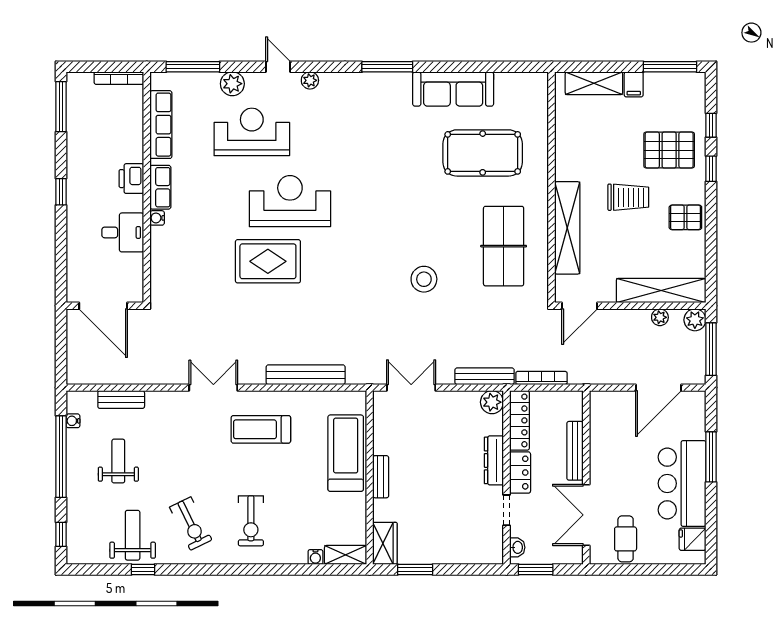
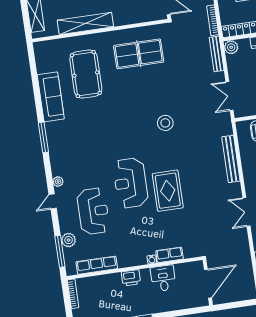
plant: (232, 84) -> (69, 240), moved
reception desk: (252, 132) -> (93, 211), turned 180
row of seats: (160, 187) -> (169, 255), moved
shelving: (567, 228) -> (85, 23), moved
stool: (424, 279) -> (165, 123), moved

